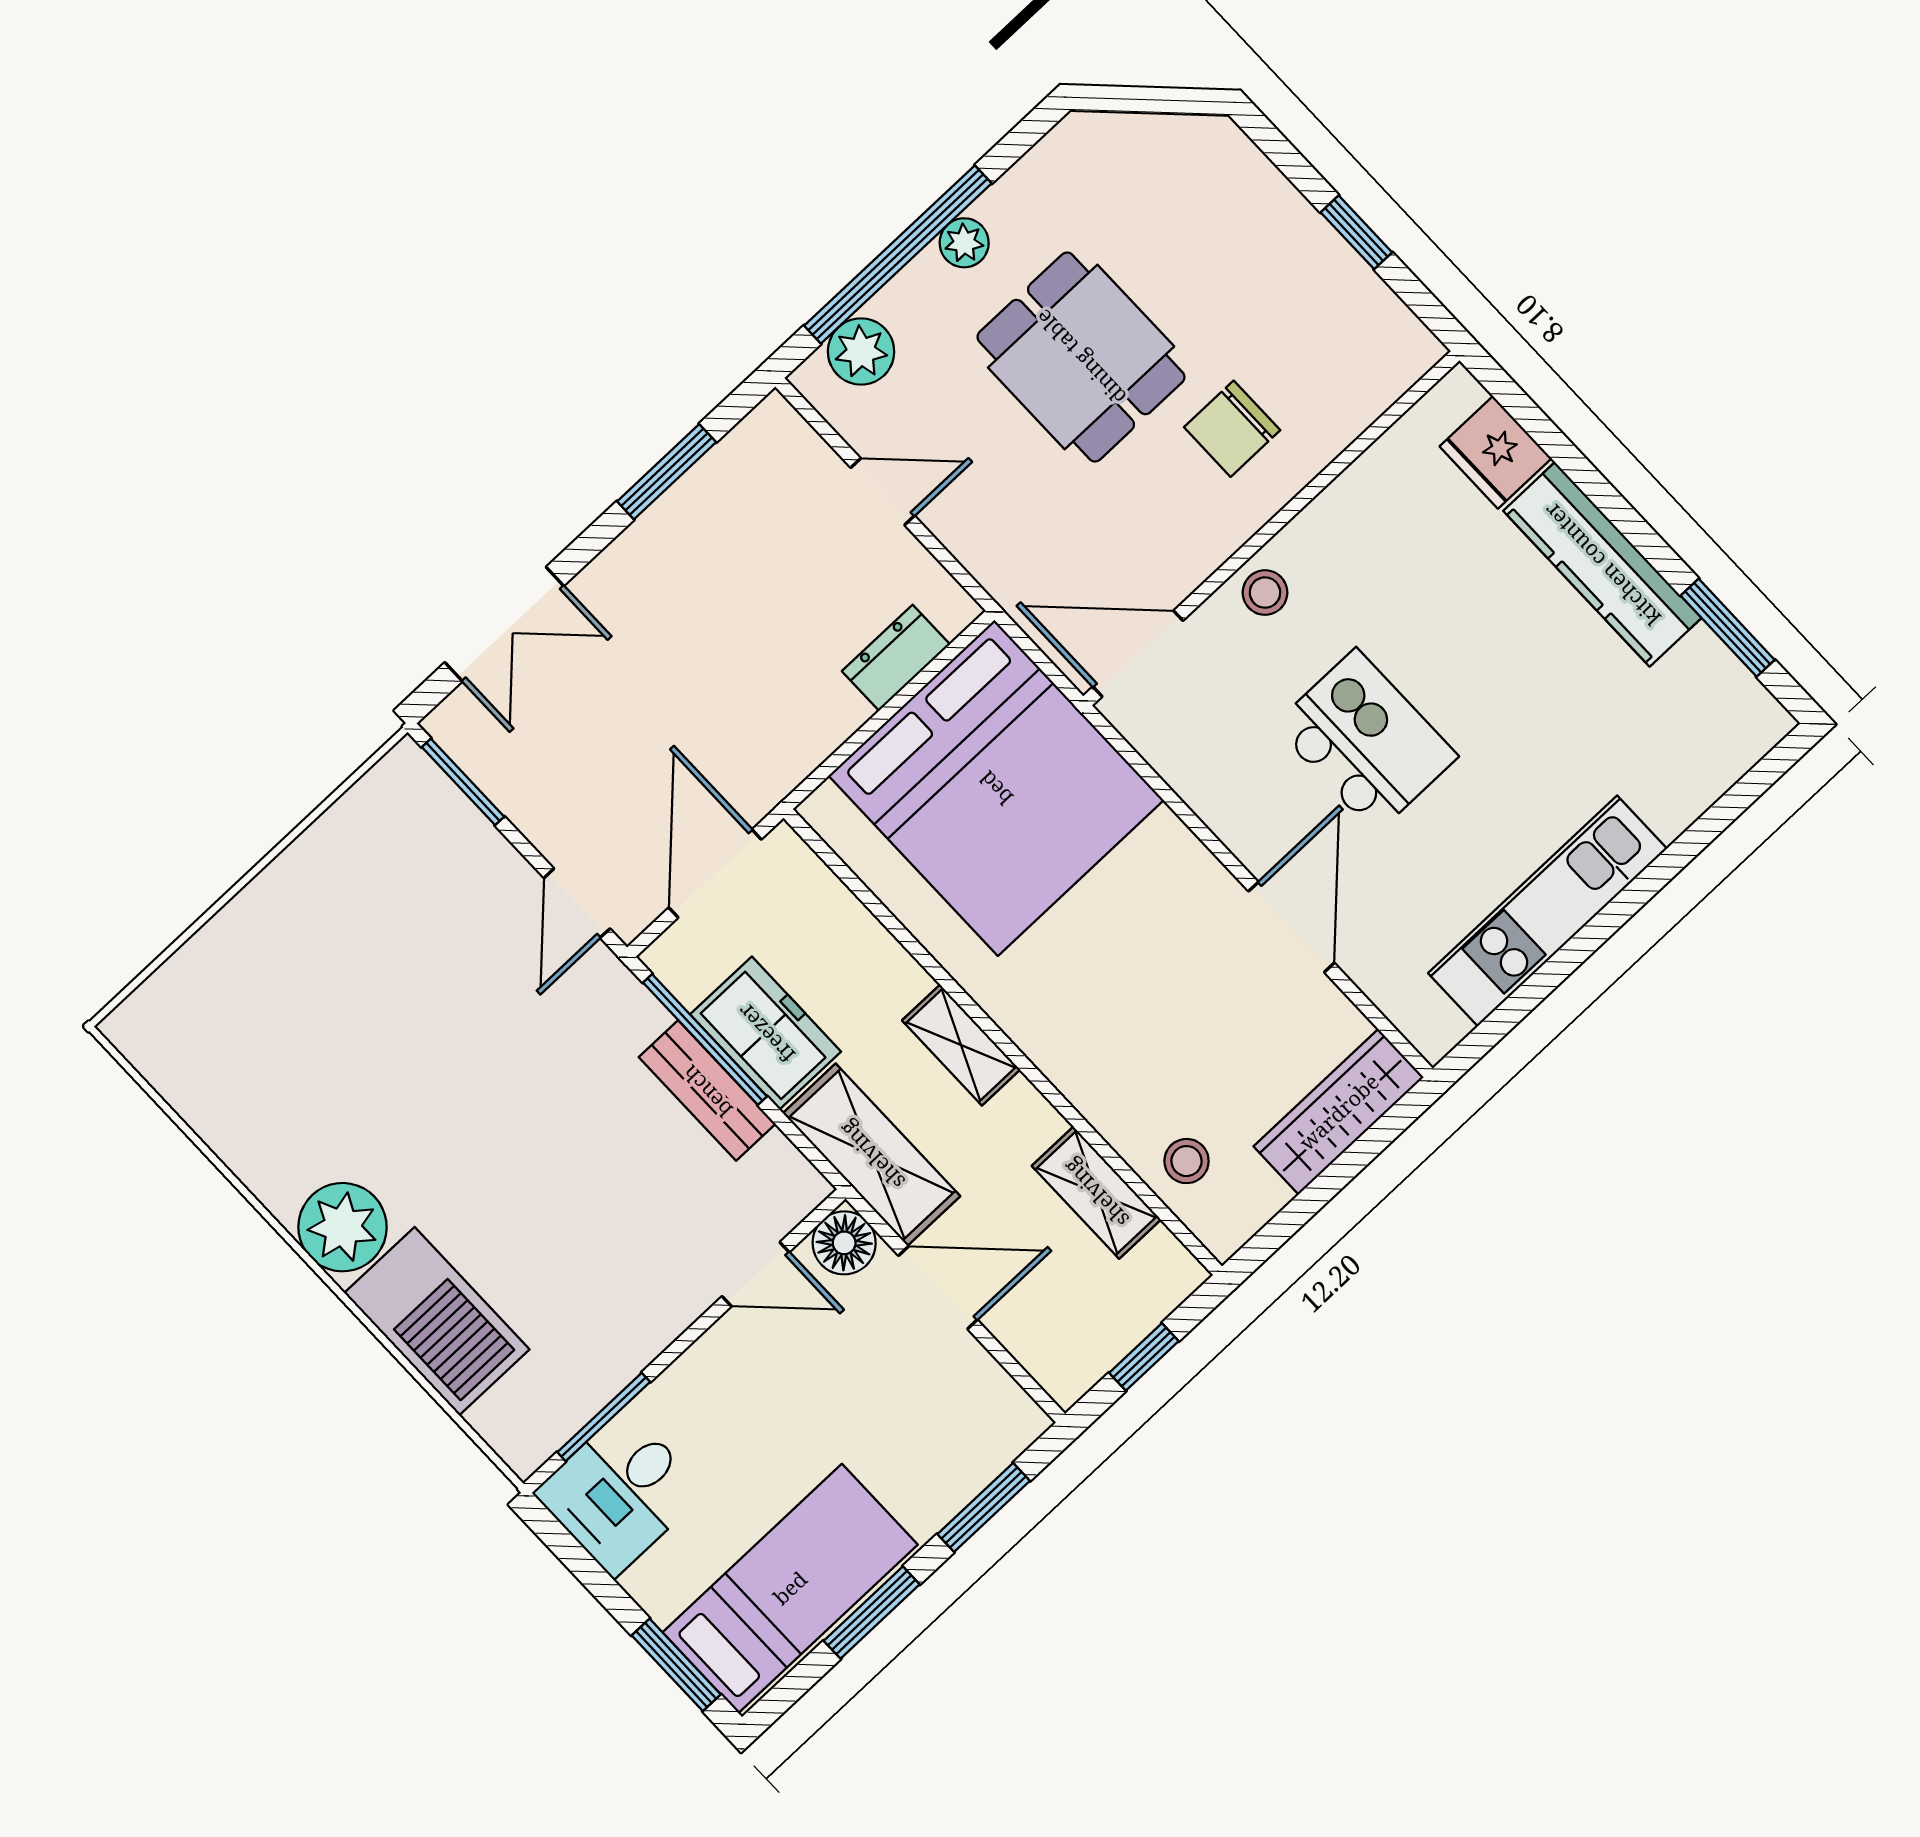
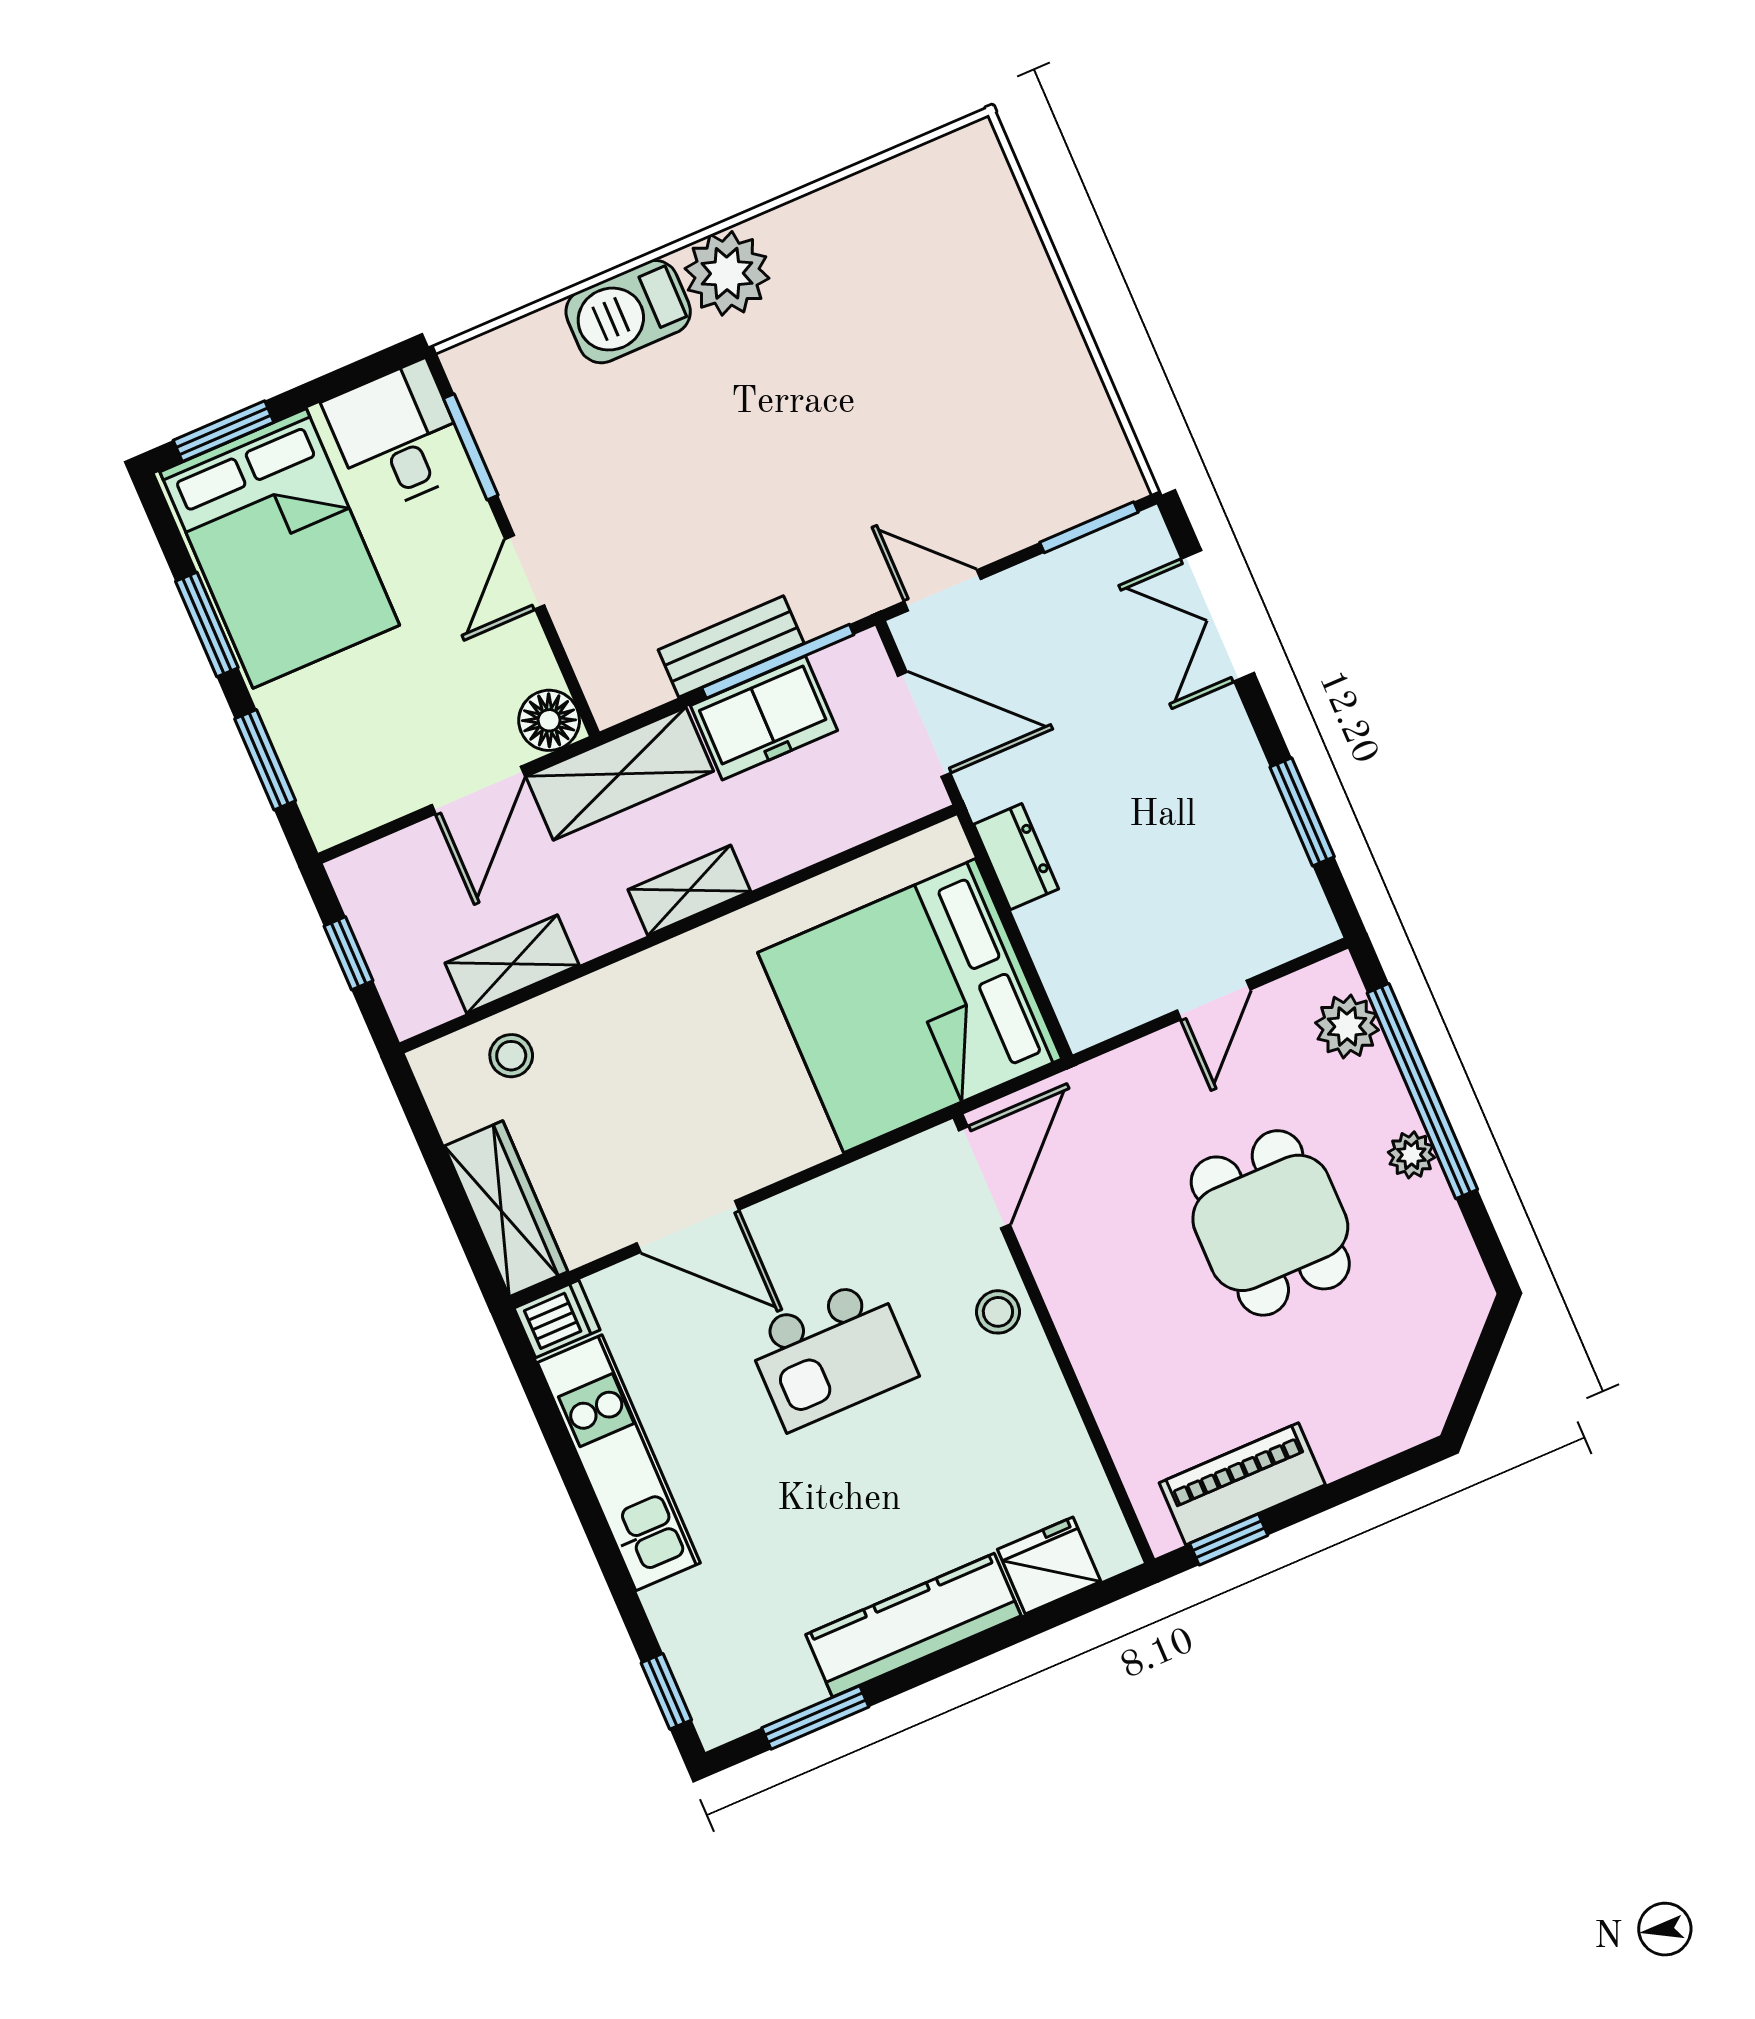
window: (1356, 232) -> (1229, 1539), moved
piano: (1347, 292) -> (1242, 1484), added
dining table: (1081, 357) -> (1270, 1223), turned 90
chair: (1232, 429) -> (1156, 1336), removed
dresser: (896, 658) -> (1016, 857), moved
window: (1755, 783) -> (666, 1691), added
dishwasher: (1428, 1022) -> (557, 1319), added
door: (756, 1274) -> (525, 572), moved
barbecue: (437, 1321) -> (628, 312), width x0.73, depth x0.83
bed: (790, 1588) -> (280, 548), width x1.50

